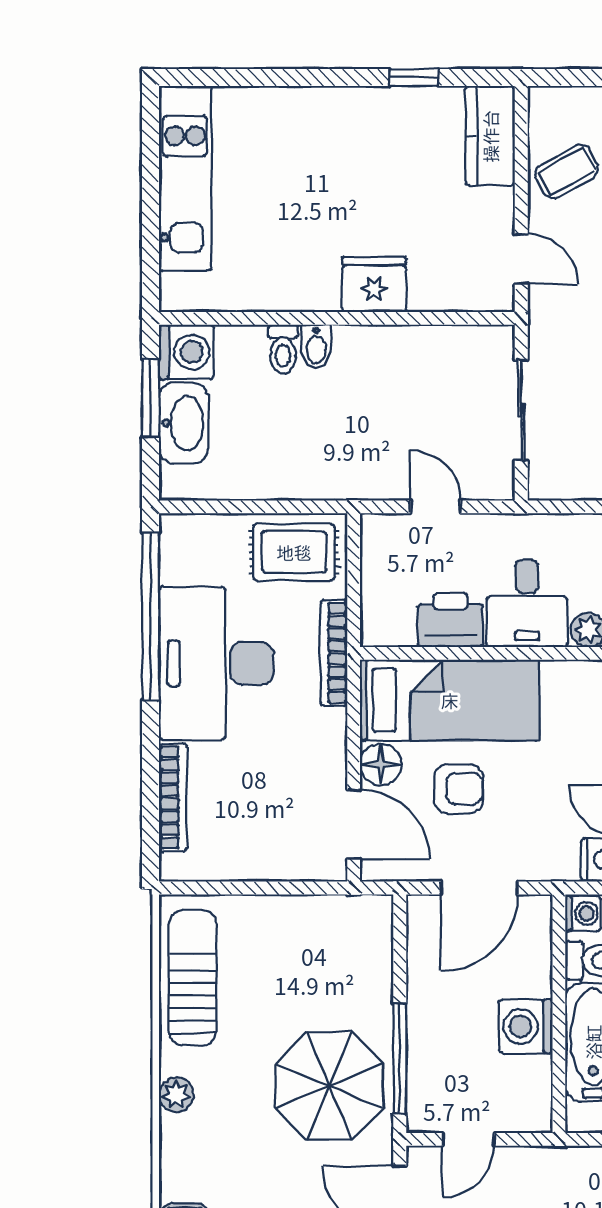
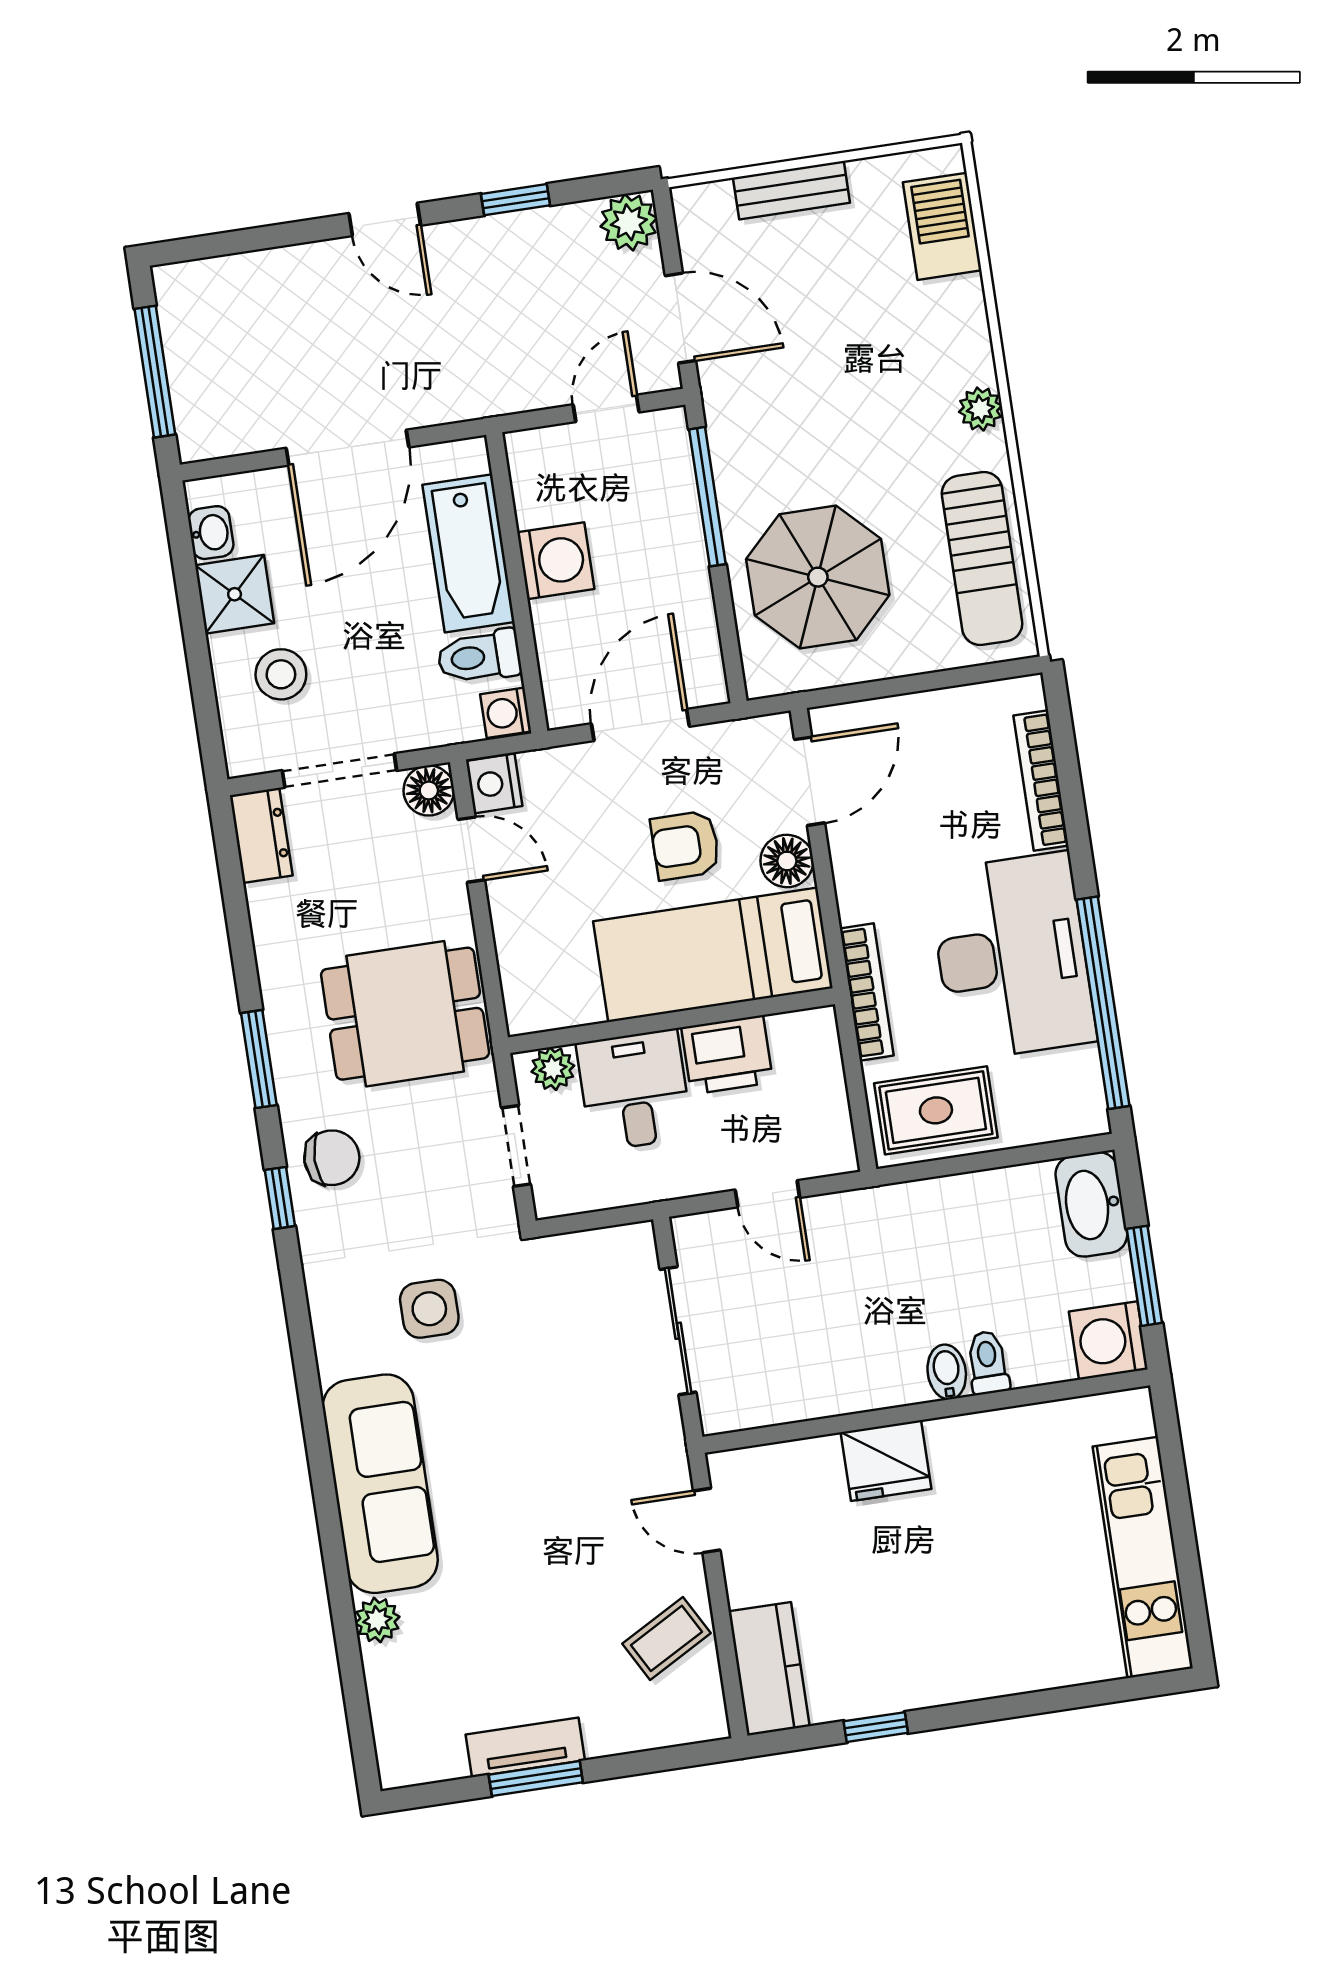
washbasin: (184, 423) -> (1091, 1204), moved
door: (354, 824) -> (809, 781), swing flipped
parasol: (329, 1086) -> (818, 577), moved

